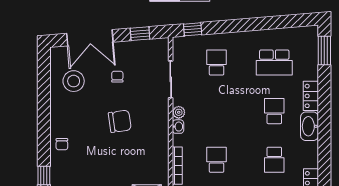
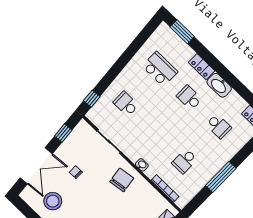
school desk: (274, 63) -> (160, 69), turned -90
plant: (179, 112) -> (134, 156), removed
chair: (120, 121) -> (122, 180), moved
school desk: (217, 160) -> (185, 161), turned -90

